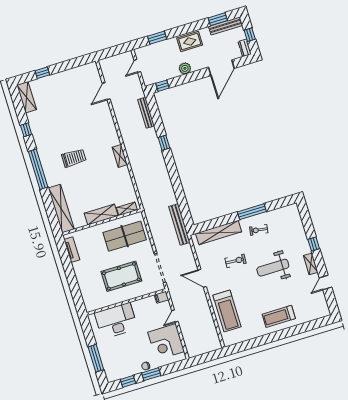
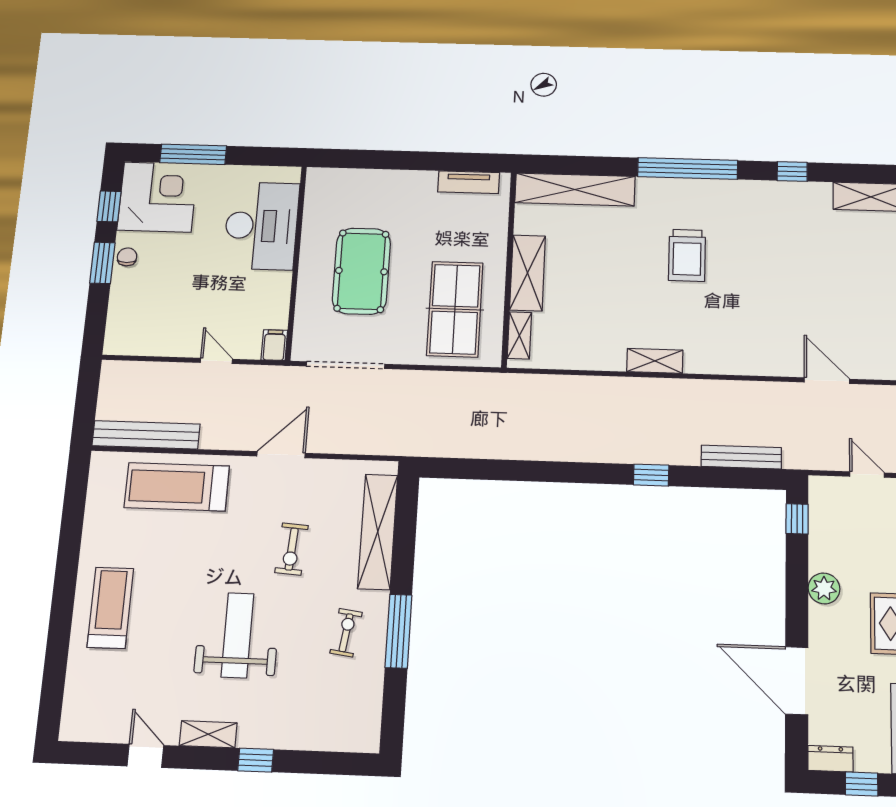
bench: (179, 224) -> (146, 435), moved
corner desk: (166, 342) -> (158, 197), moved, turned 90

